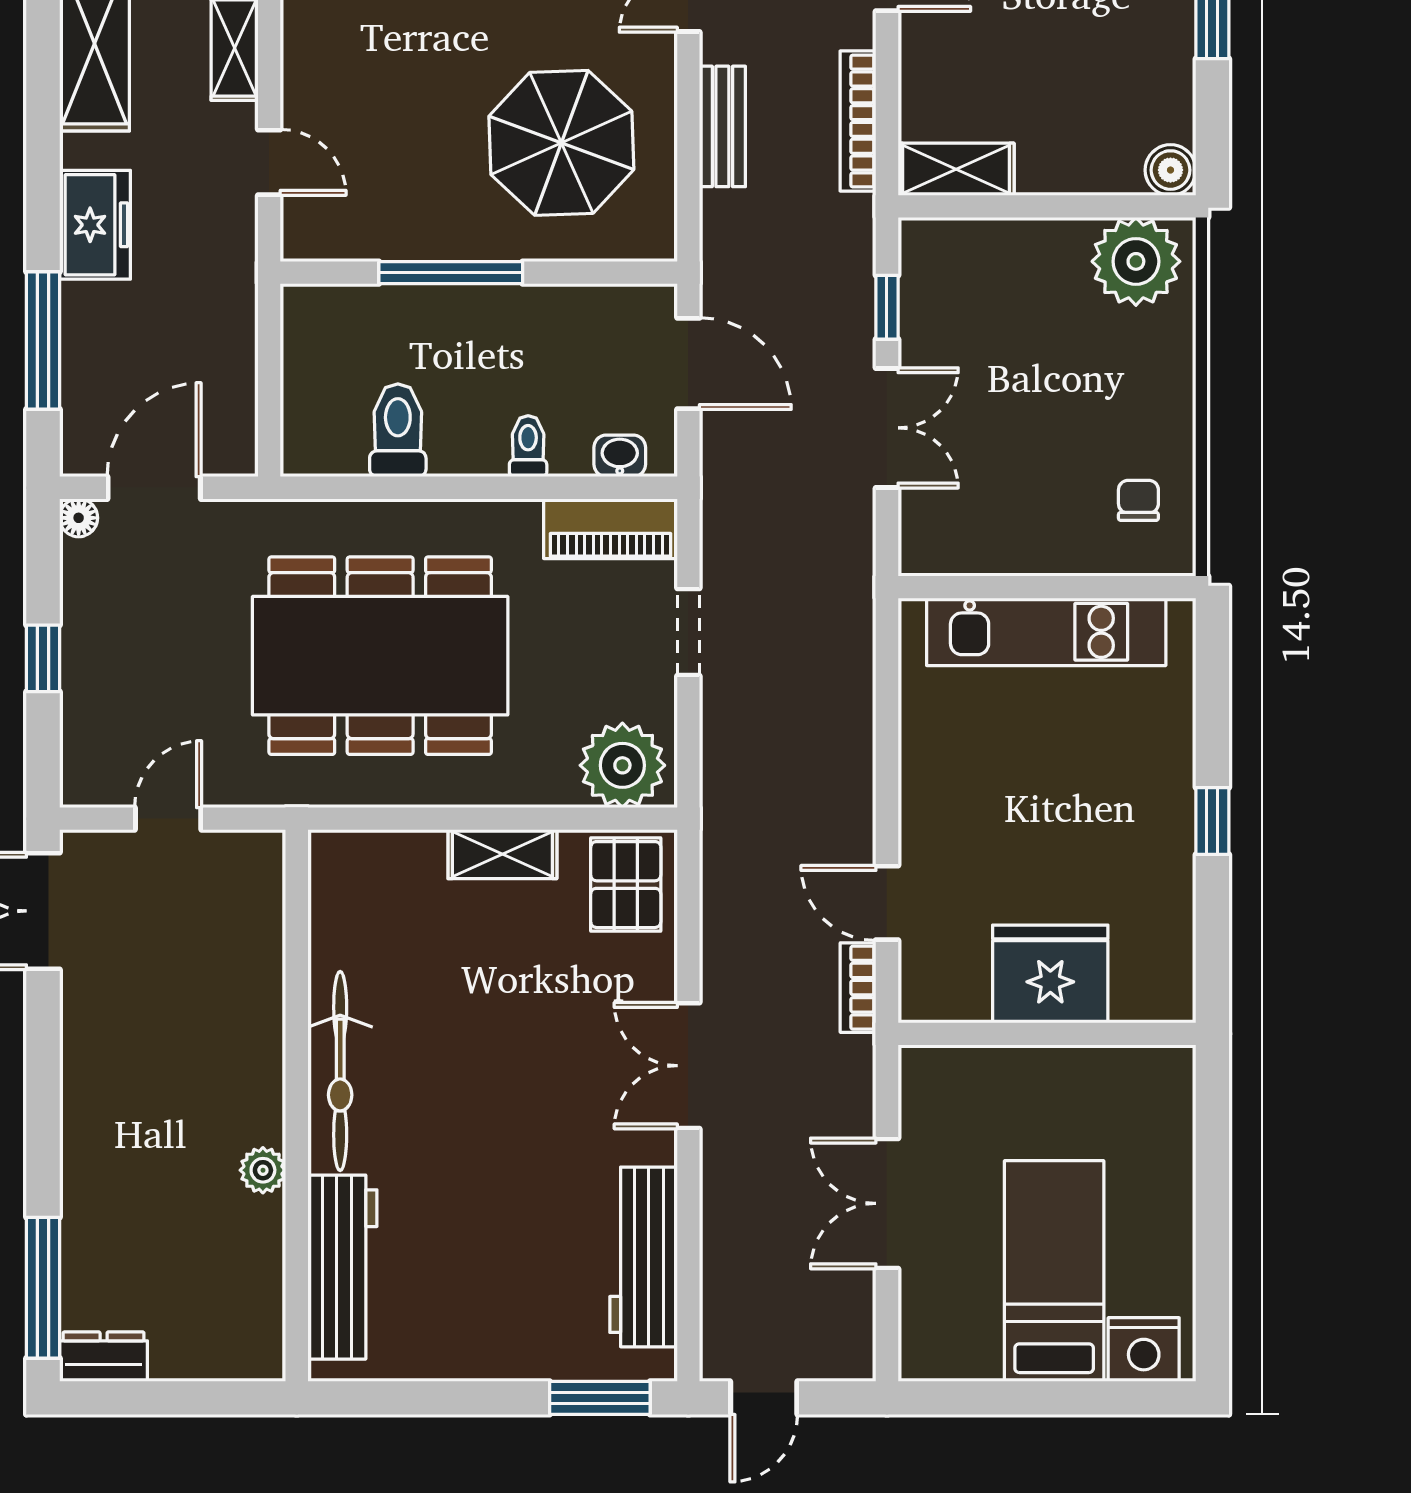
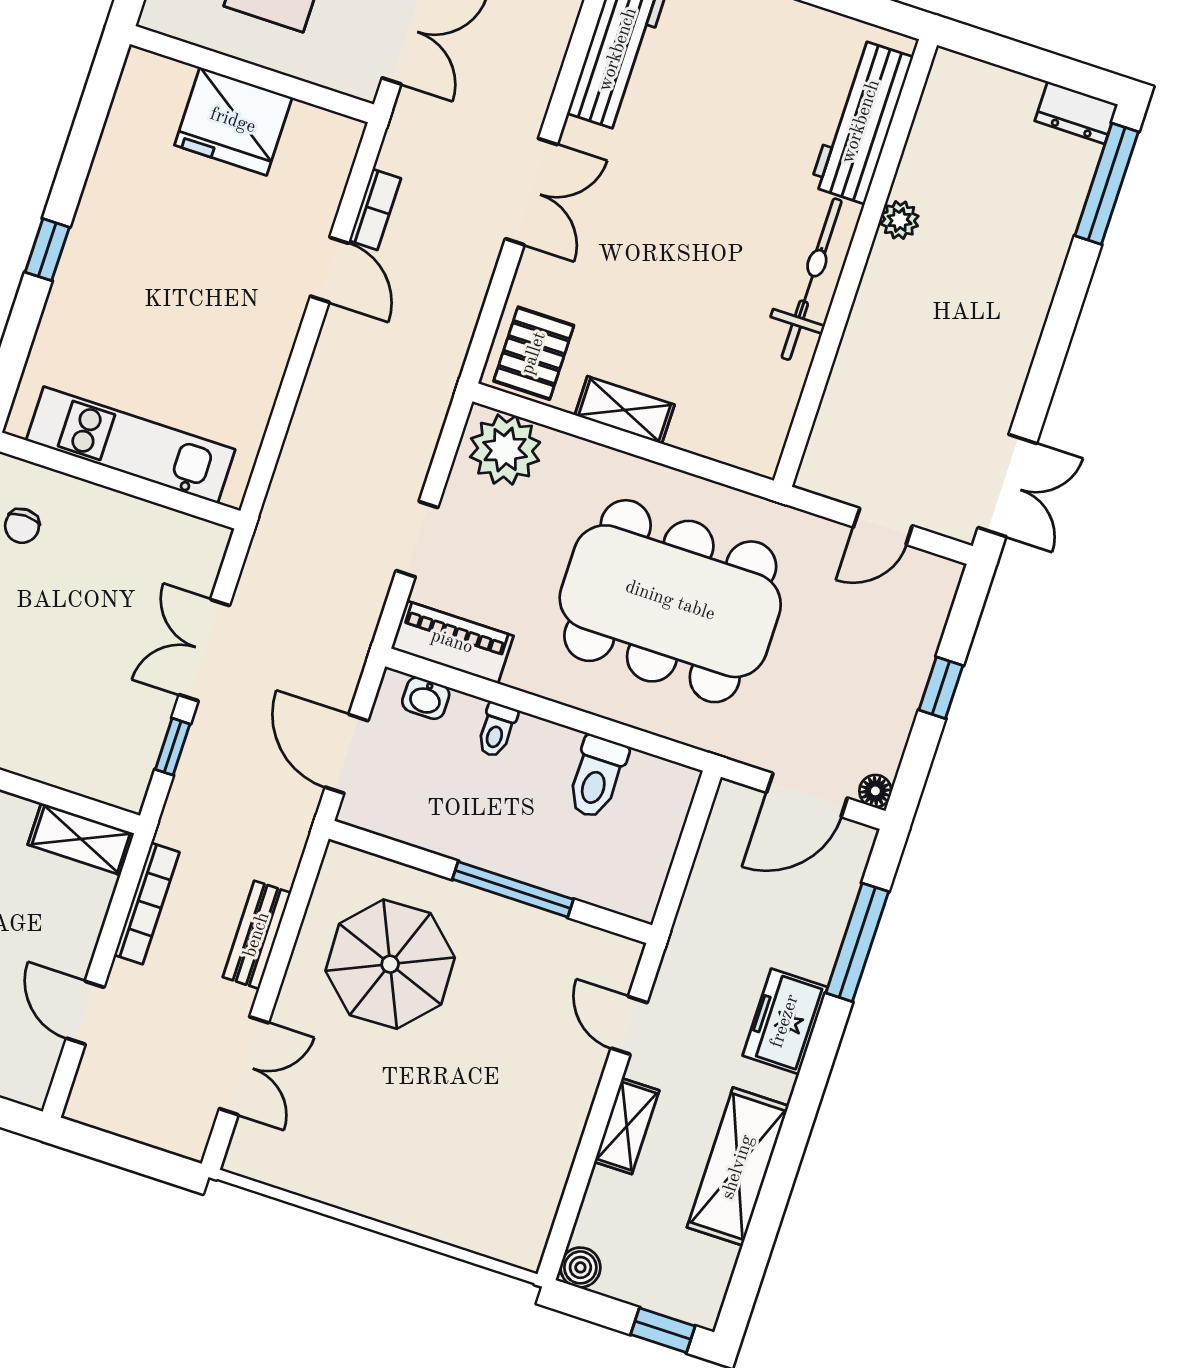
fridge: (1050, 974) -> (233, 121), moved
wall: (1047, 1034) -> (252, 74), moved

